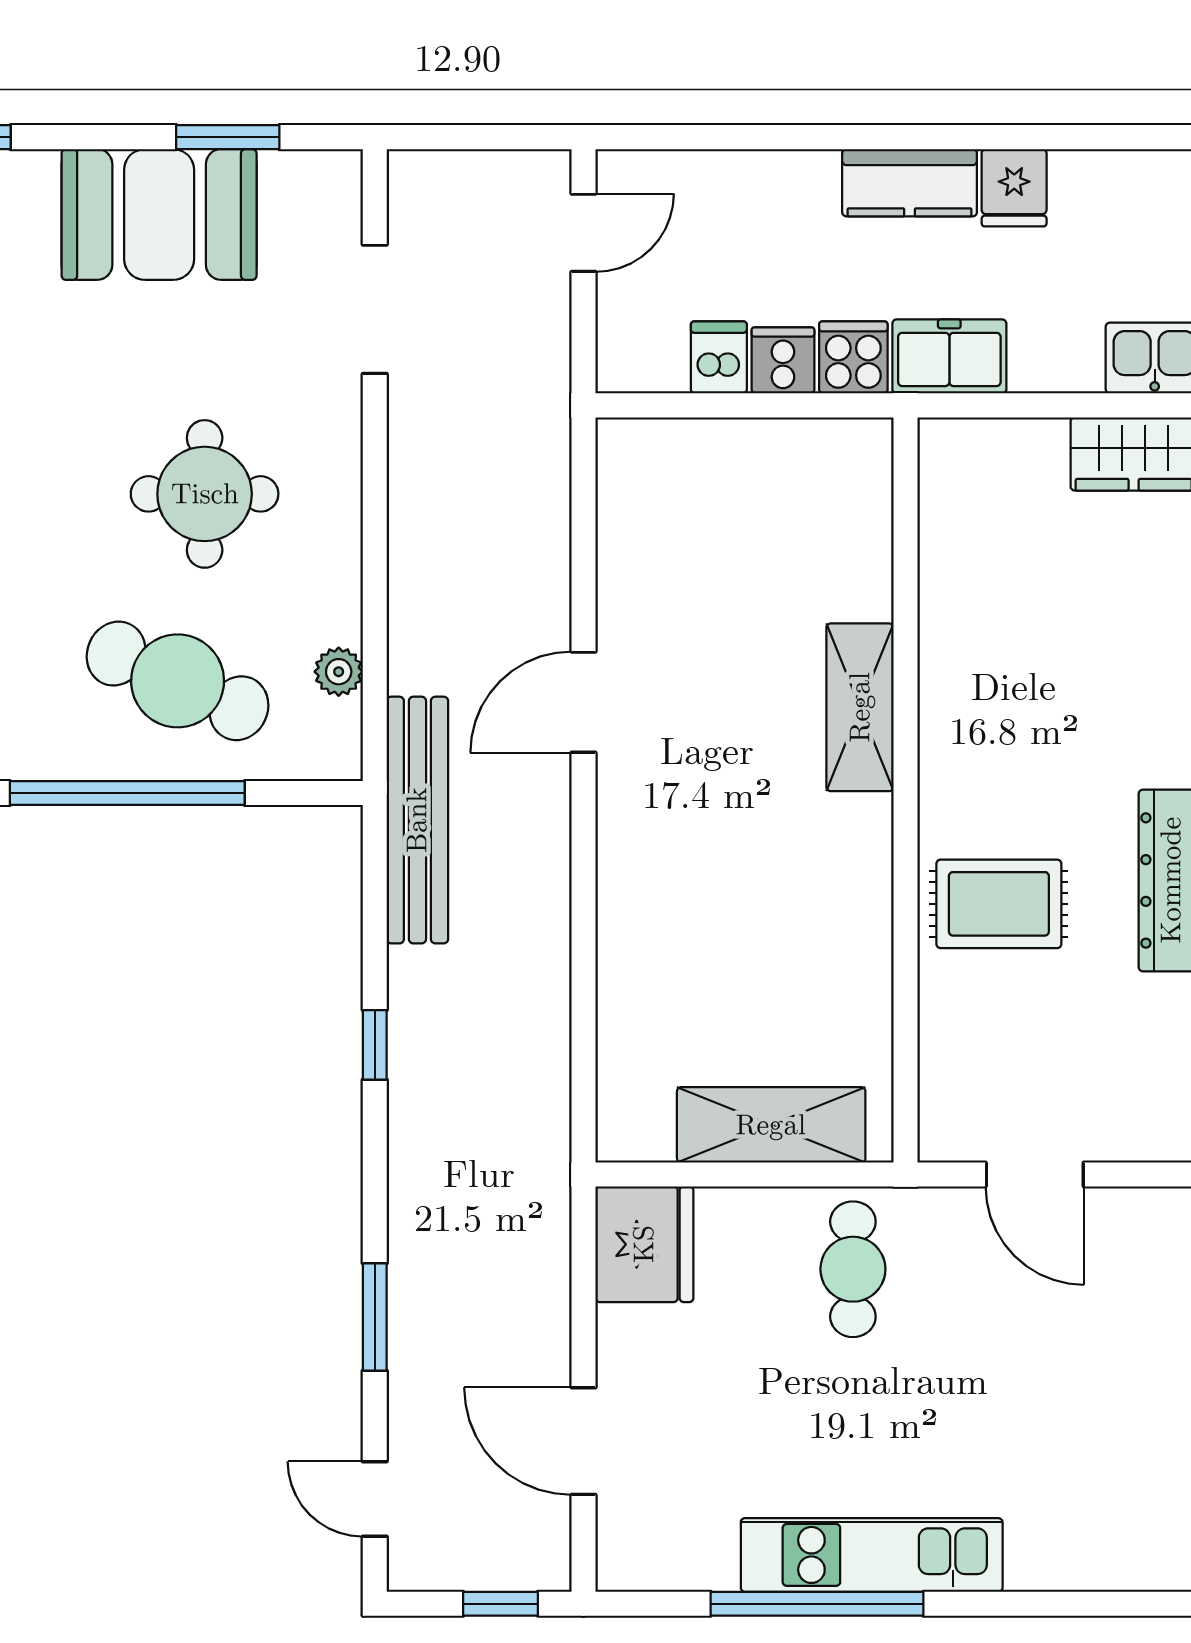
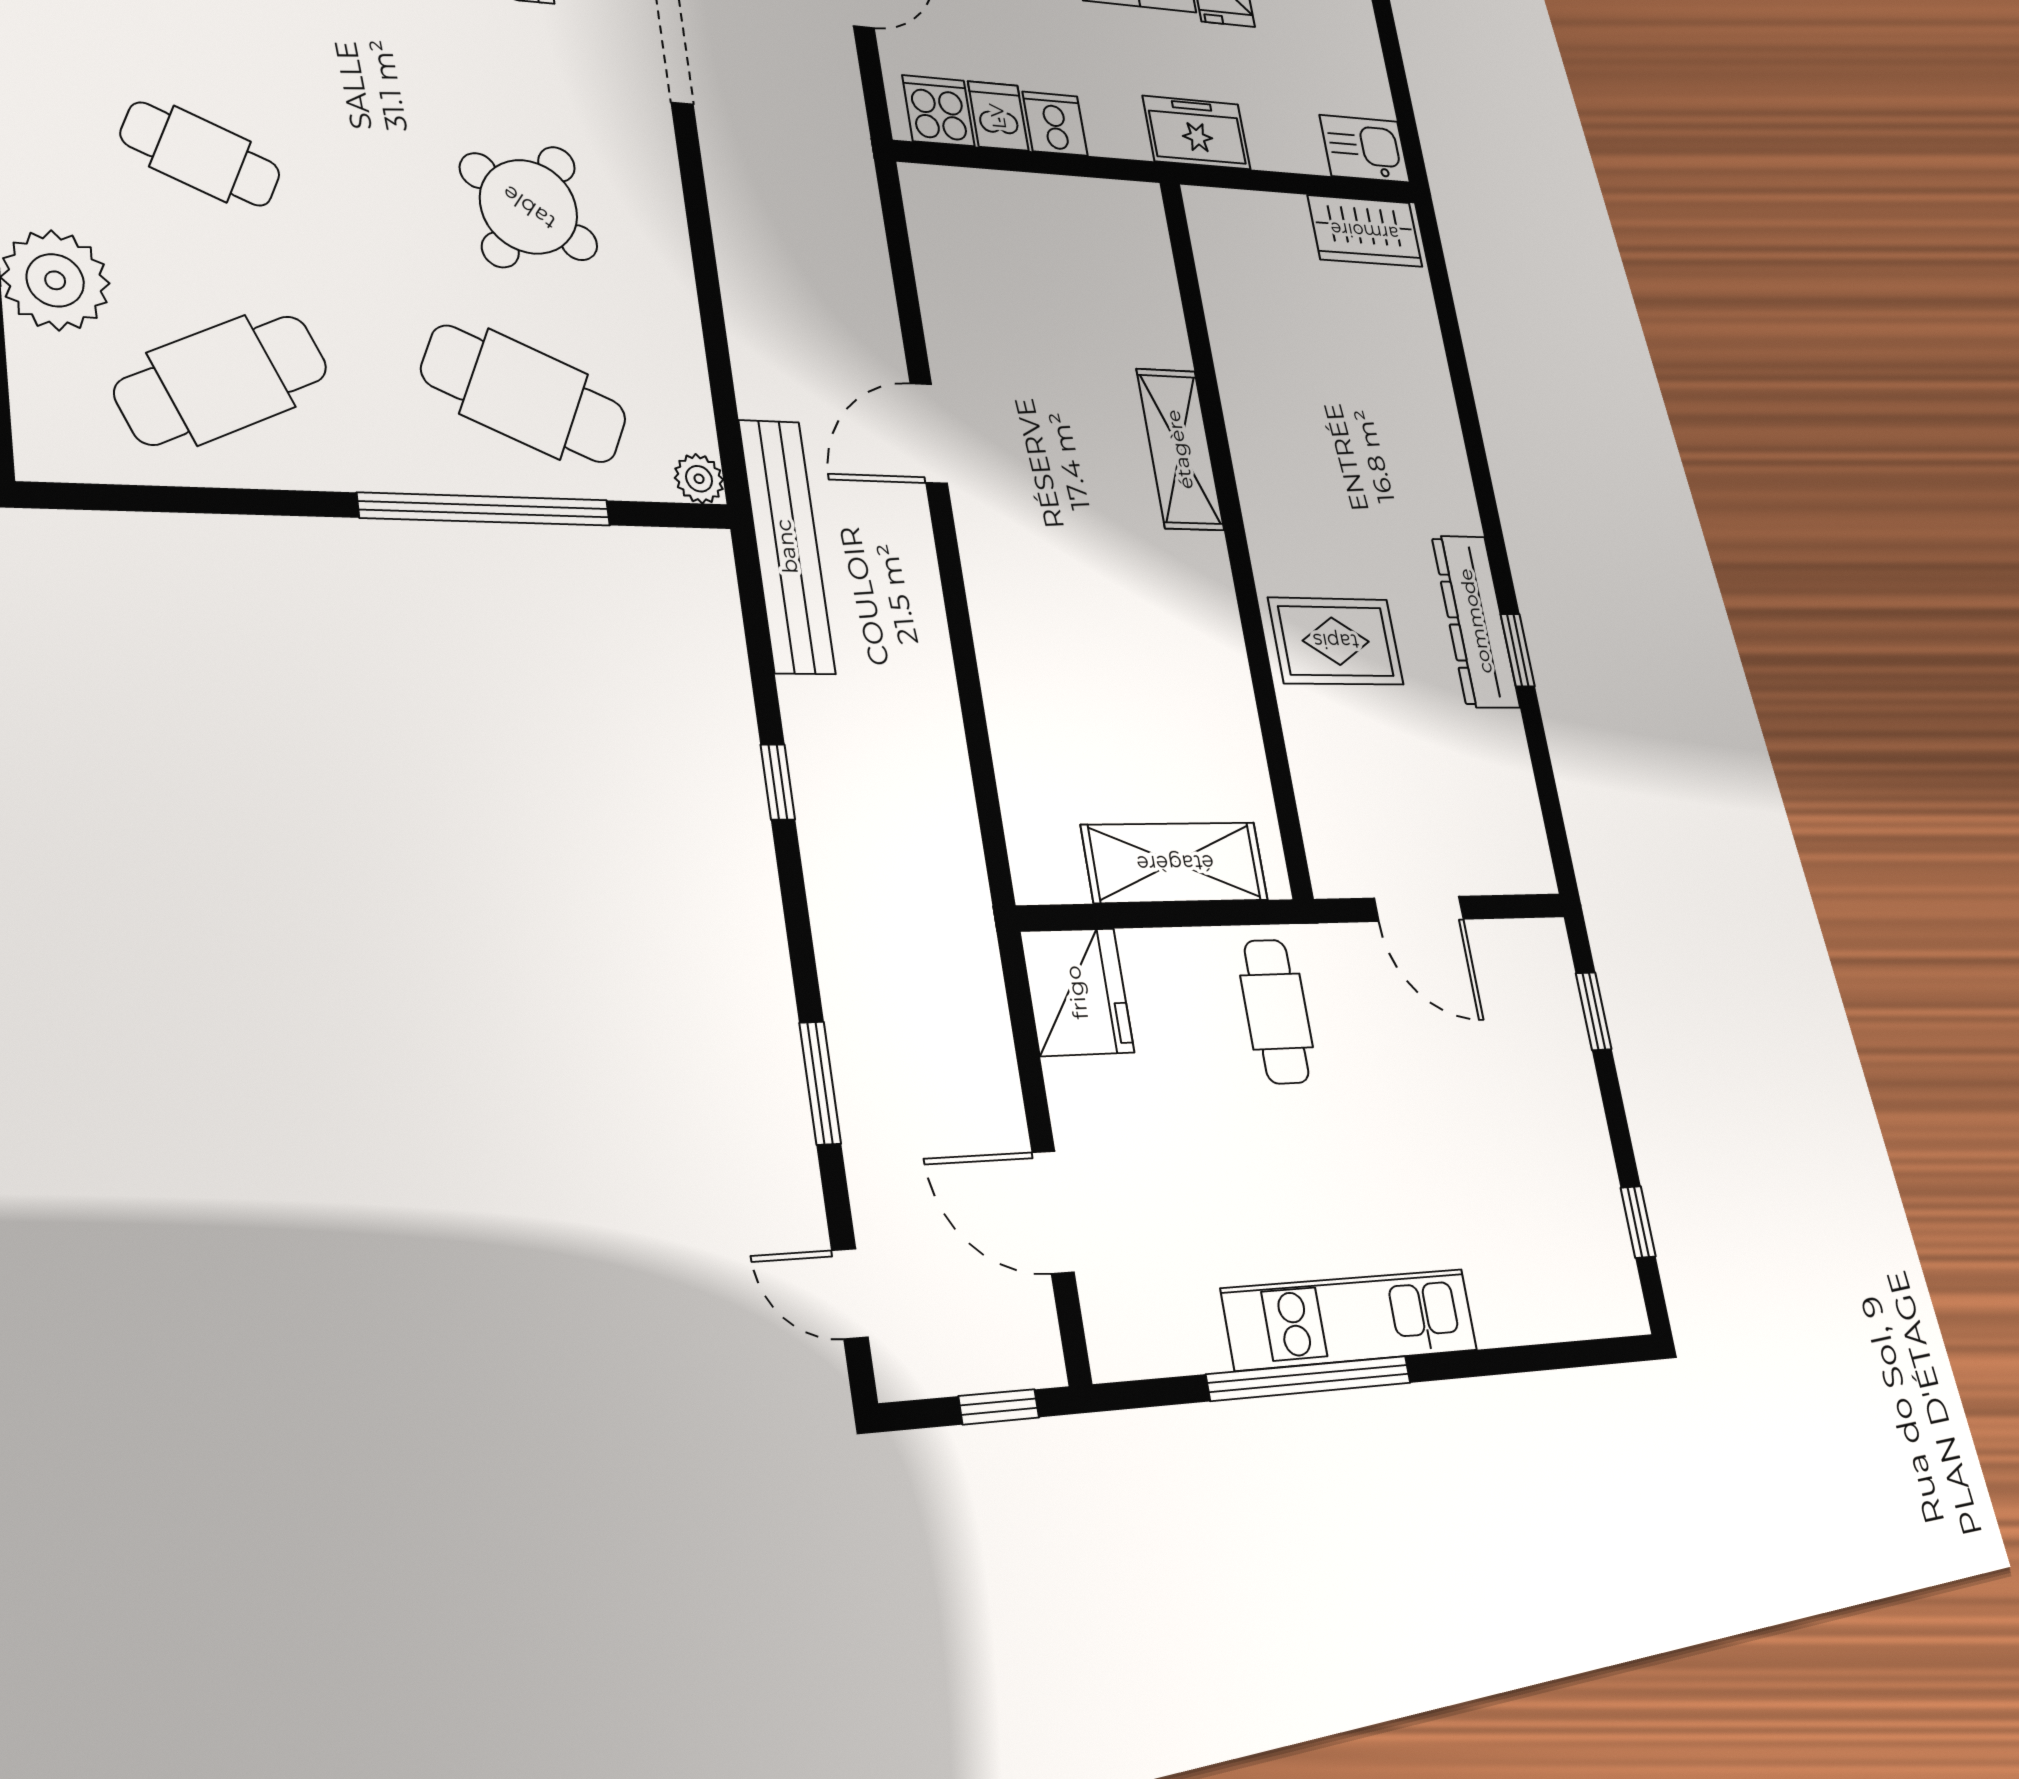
cooker: (853, 357) -> (938, 111), moved
round table: (205, 494) -> (529, 207), turned 36
plant: (339, 672) -> (699, 479), moved

